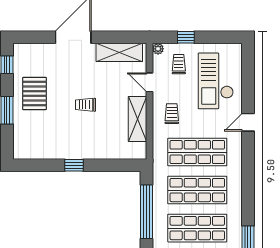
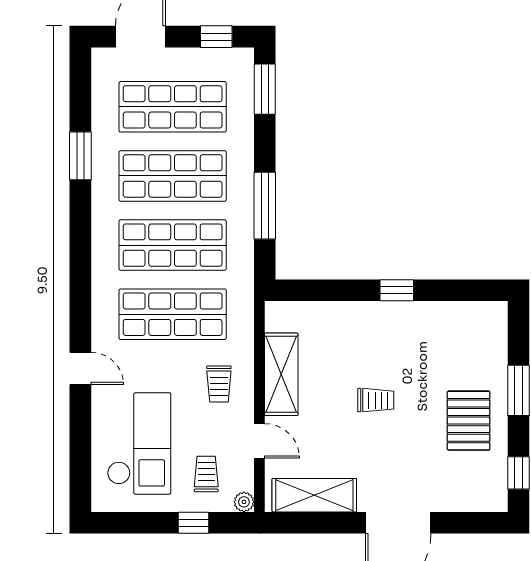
trolley: (179, 64) -> (206, 474), turned 180
door: (248, 122) -> (80, 368), hinge flipped
window: (147, 212) -> (265, 206), width x0.68

